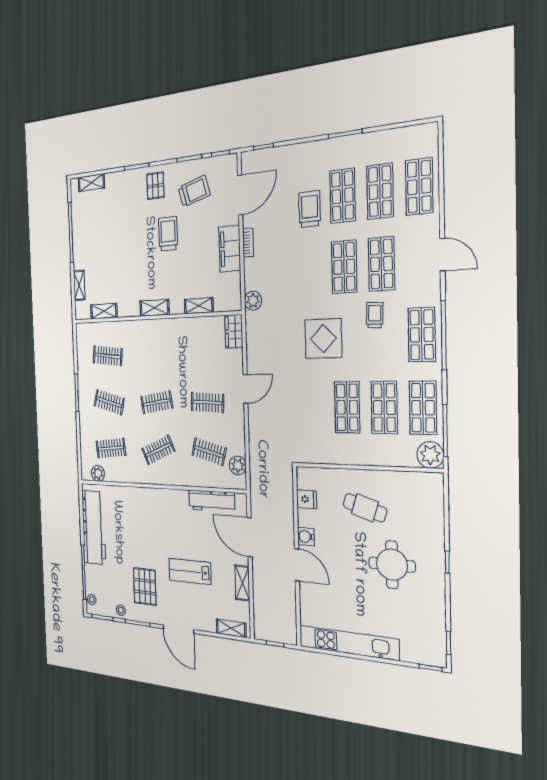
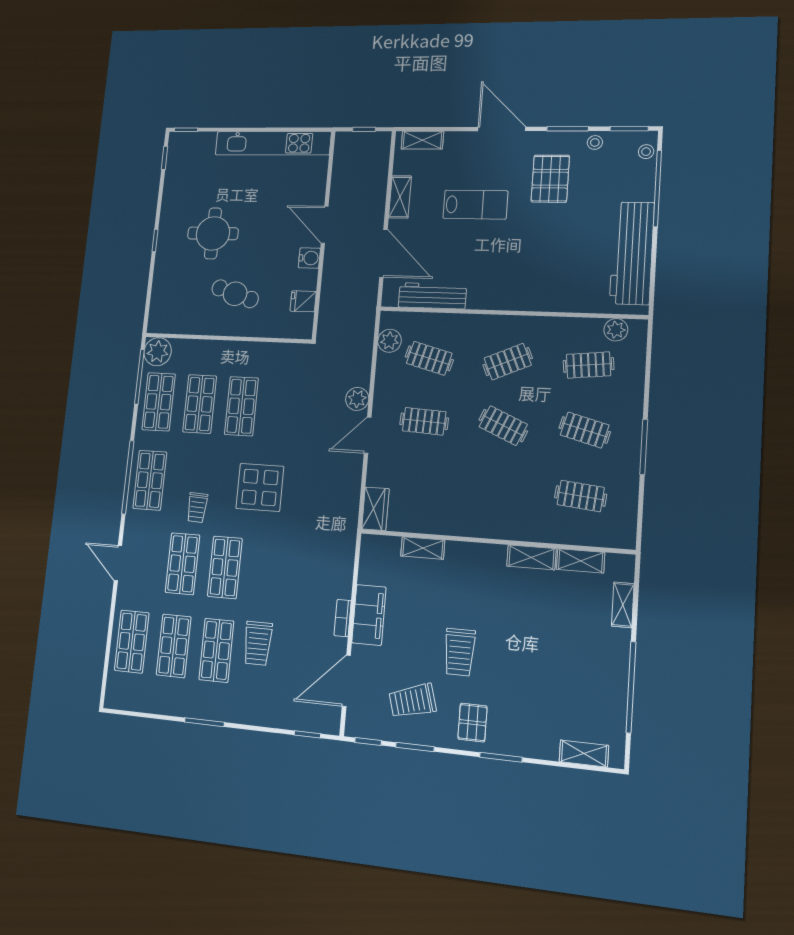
plant: (253, 301) -> (357, 399), moved
shelving: (154, 308) -> (531, 557), moved
clothes rail: (157, 402) -> (503, 426), turned 33

